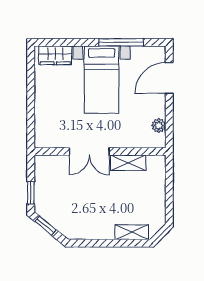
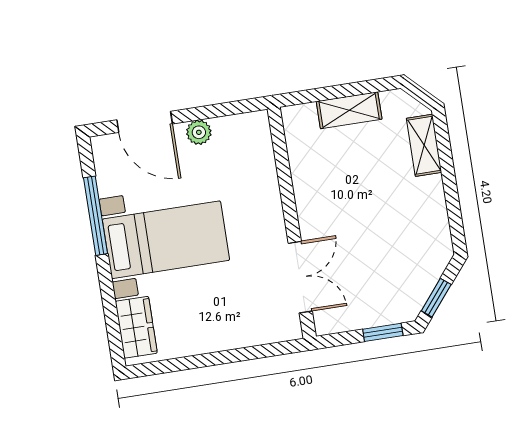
plant: (159, 126) -> (199, 132), moved
double door: (89, 151) -> (300, 277), moved
shelving: (128, 163) -> (349, 110), moved, turned 90

